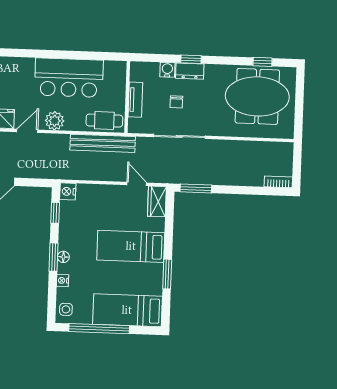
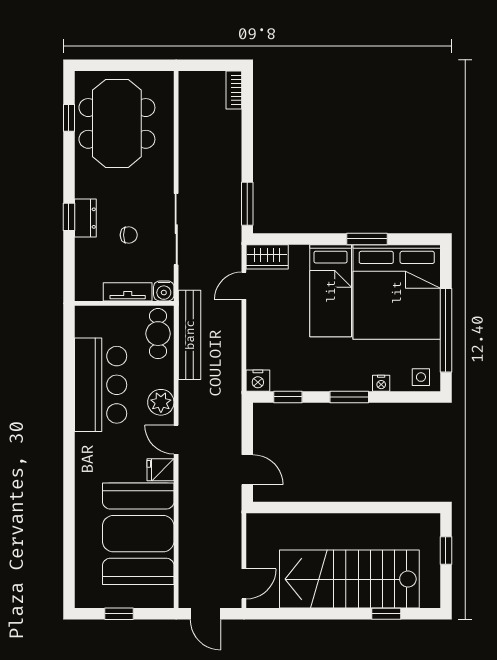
water cooler: (167, 70) -> (164, 291), moved, turned -90
floor lamp: (63, 257) -> (349, 383), removed
bed: (127, 310) -> (397, 292), width x2.04

